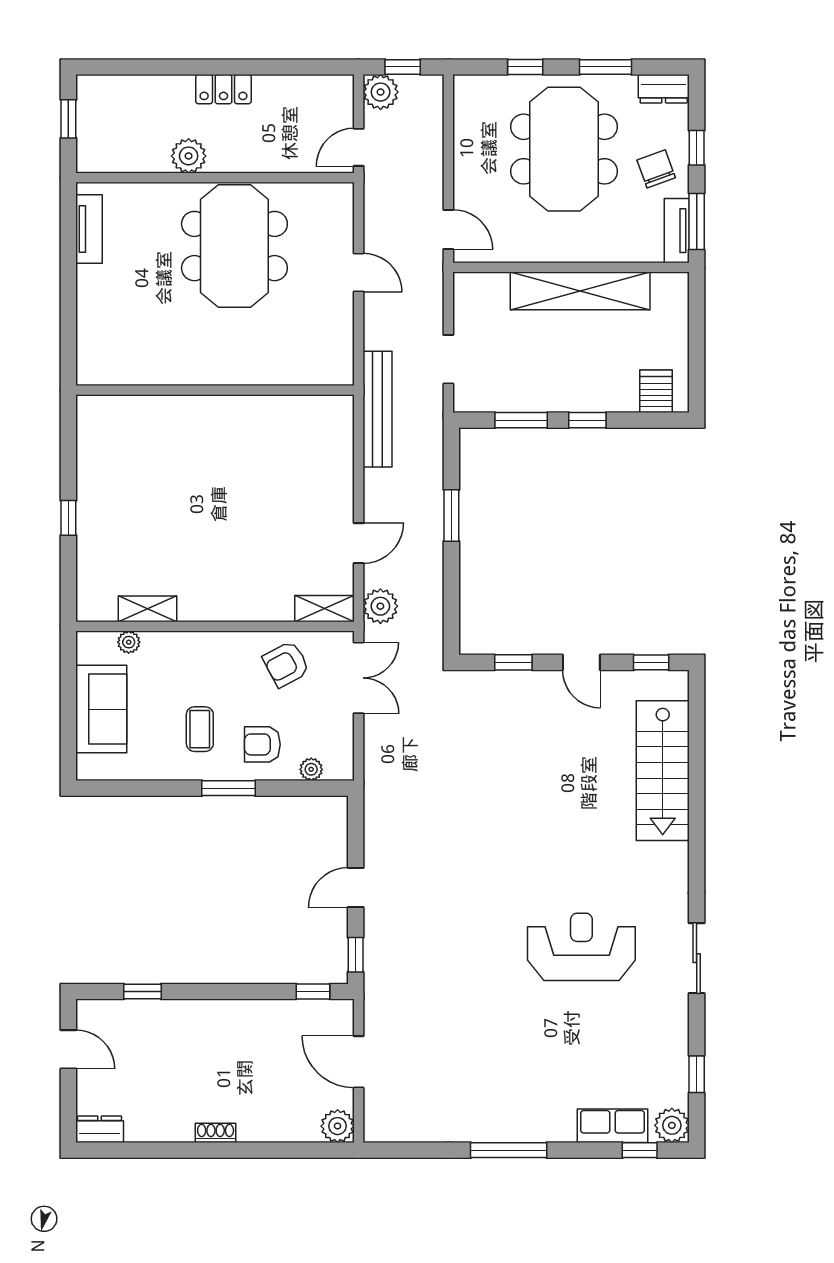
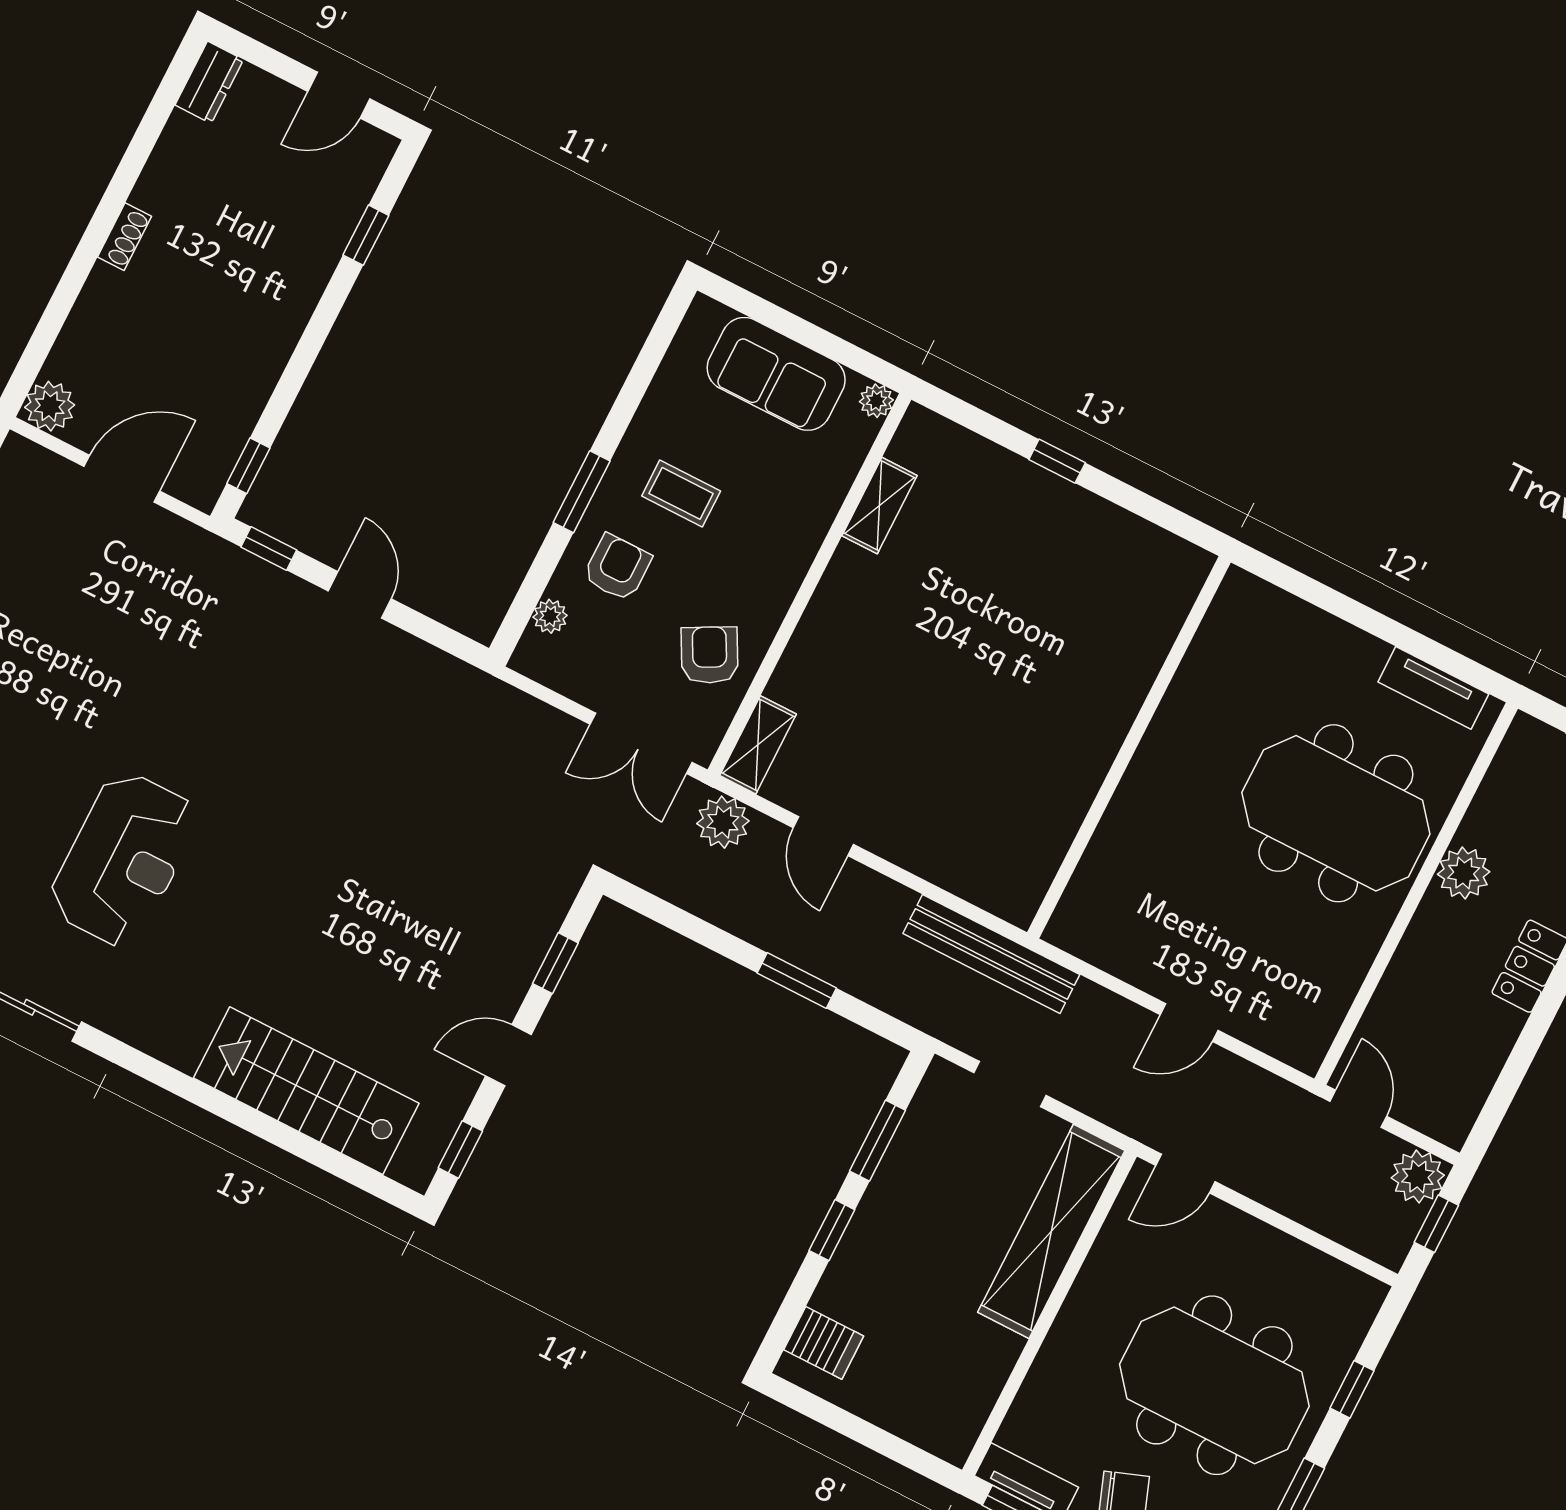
meeting table: (234, 246) -> (1336, 813), moved
shelving: (580, 291) -> (1051, 1231), moved
plant: (129, 642) -> (876, 401), moved

